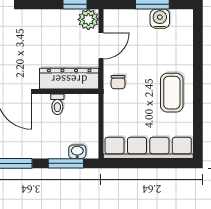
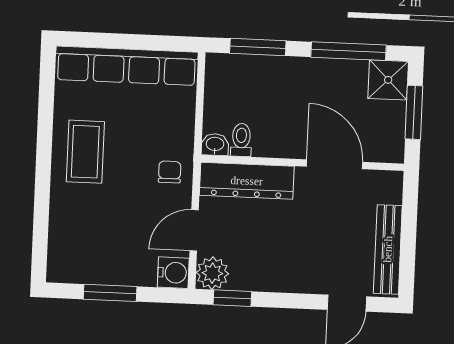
water cooler: (160, 19) -> (173, 273), moved, turned -90
toilet: (57, 104) -> (241, 140), moved
washbasin: (77, 152) -> (215, 145), moved, turned 180

